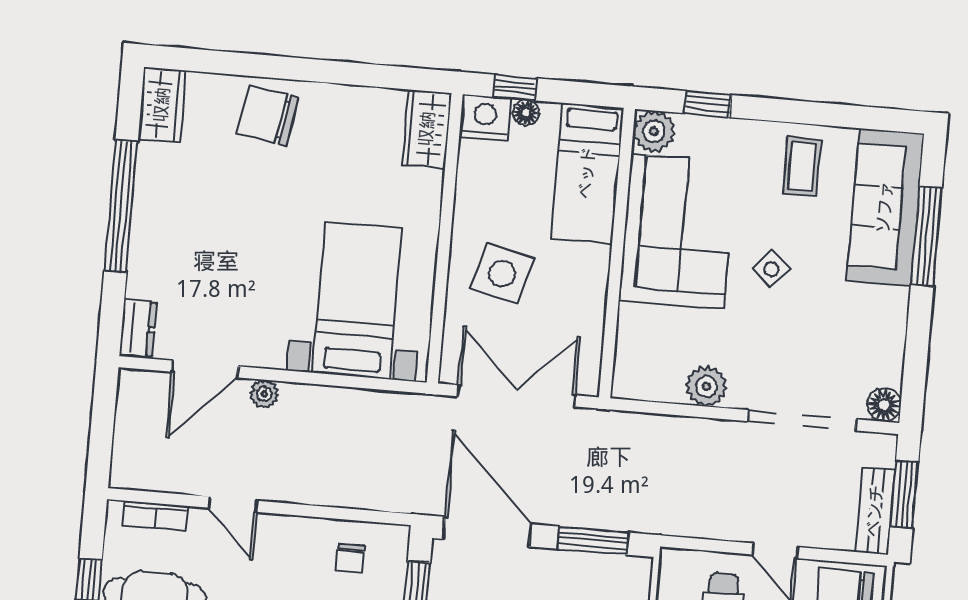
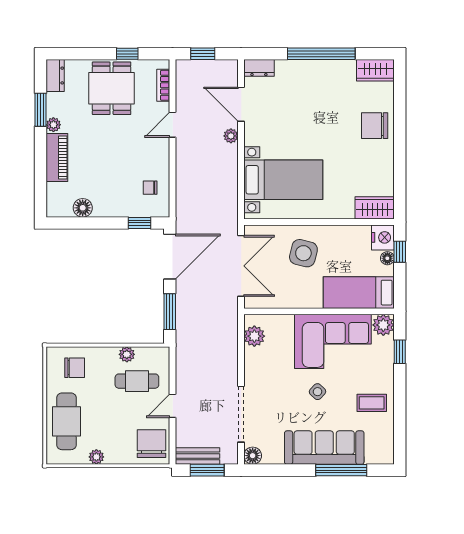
chair: (268, 115) -> (375, 126), turned -100
sofa: (885, 207) -> (324, 448), moved
plant: (706, 386) -> (254, 336), moved
window: (101, 435) -> (203, 54), added

